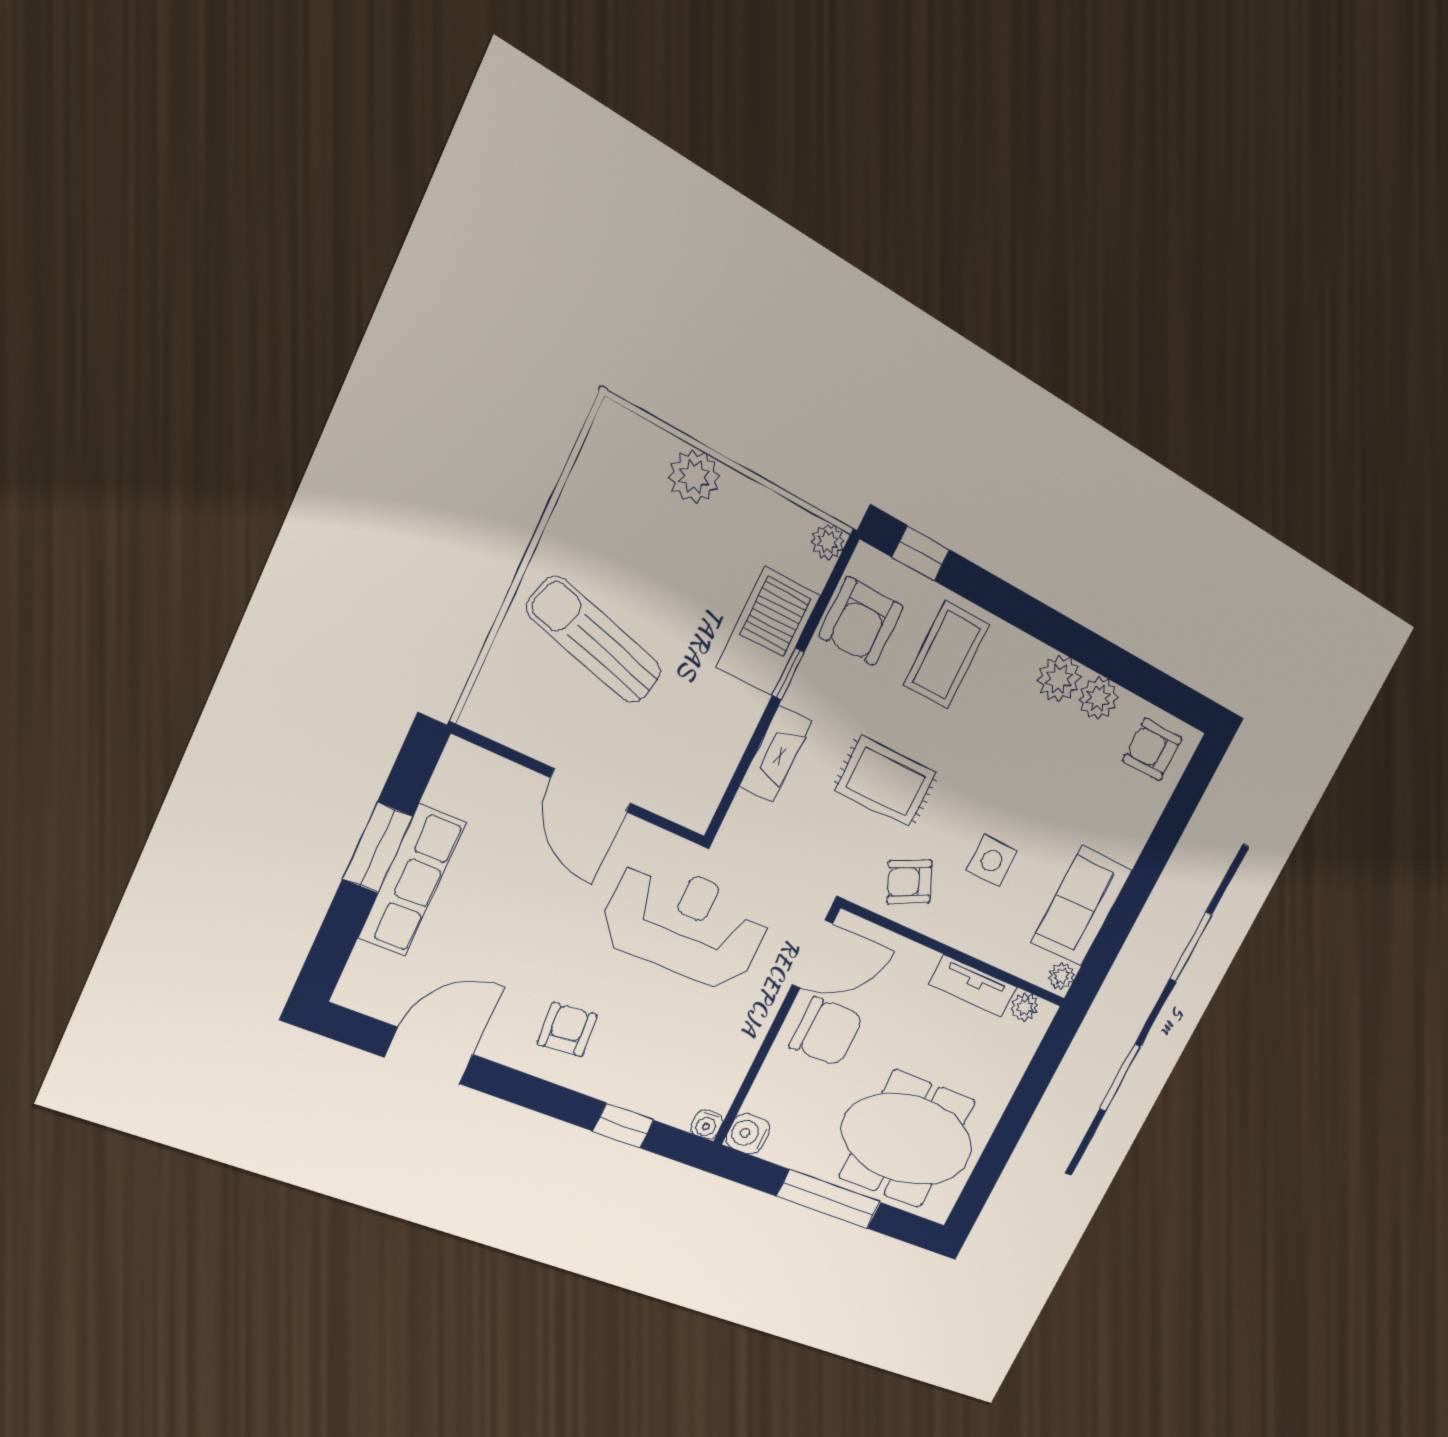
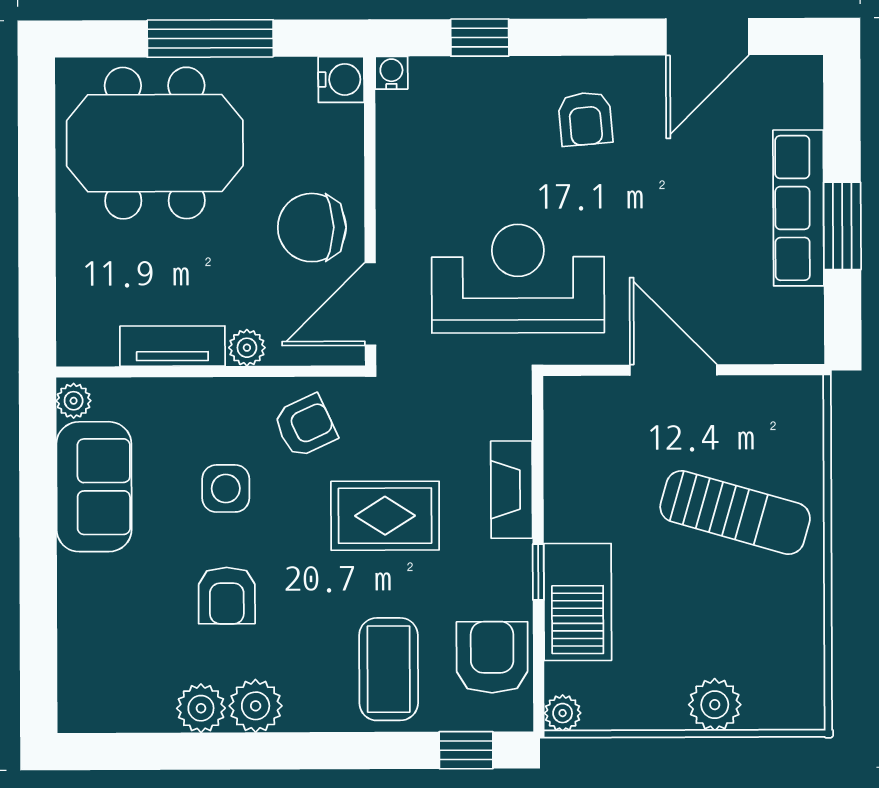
armchair: (1152, 749) -> (227, 596), moved, turned 90
reception desk: (686, 924) -> (518, 279), turned 180
plant: (1025, 1007) -> (247, 348), moved

